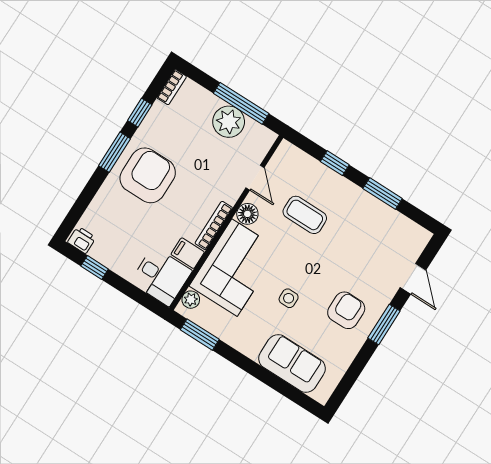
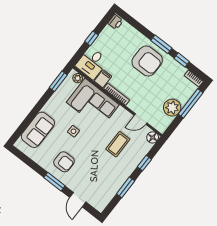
window: (241, 103) -> (191, 103), moved
floor lamp: (247, 214) -> (153, 137), moved
window: (95, 268) -> (92, 38), moved
door: (413, 279) -> (78, 200), hinge flipped

